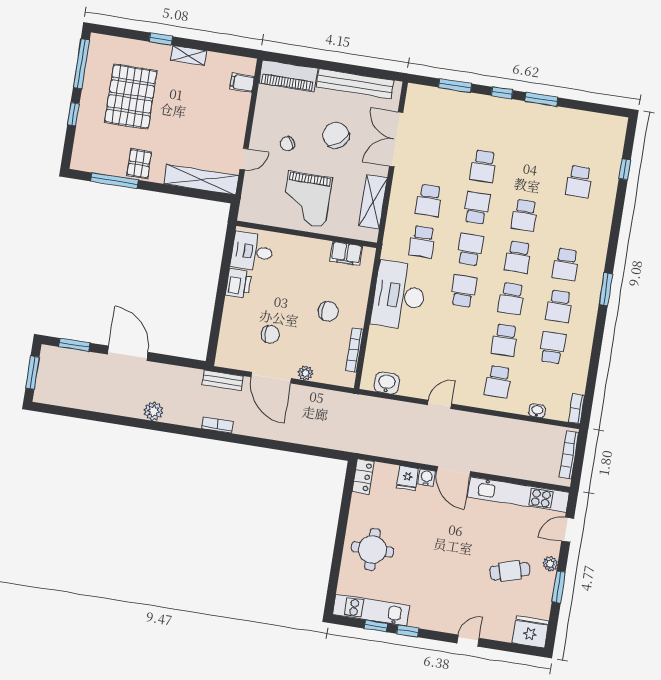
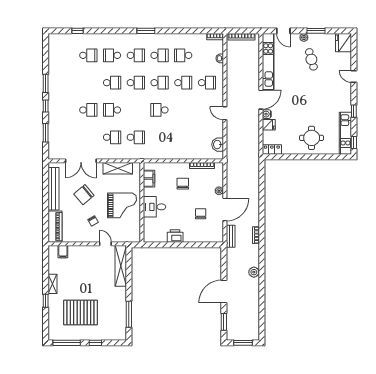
pallet: (139, 164) -> (117, 302), removed
school desk: (470, 249) -> (112, 55), moved
desk: (252, 252) -> (154, 207), moved, turned 90
desk: (399, 295) -> (168, 145), removed
window: (376, 626) -> (354, 142), moved

